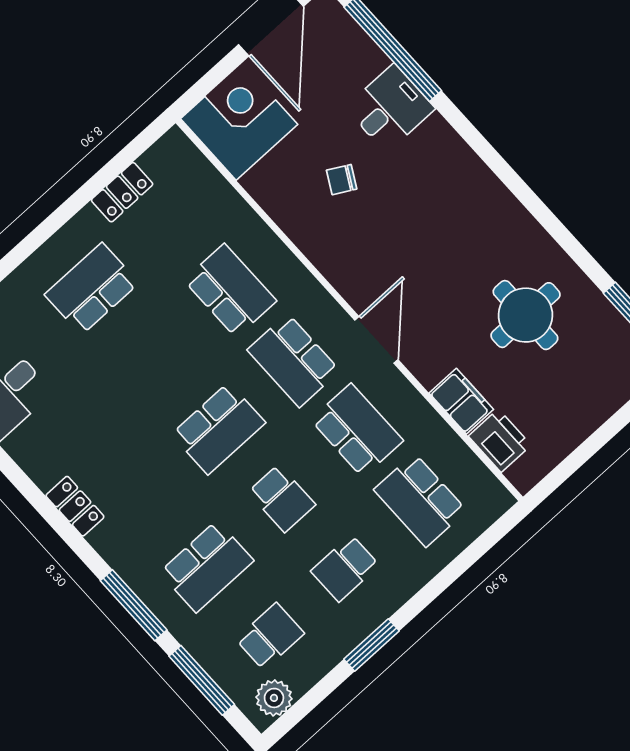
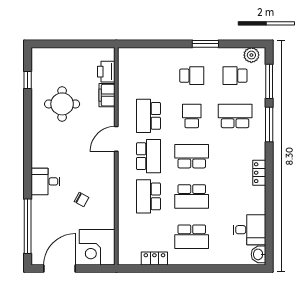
desk: (390, 108) -> (46, 181), moved
school desk: (420, 500) -> (192, 196), moved, turned 90

